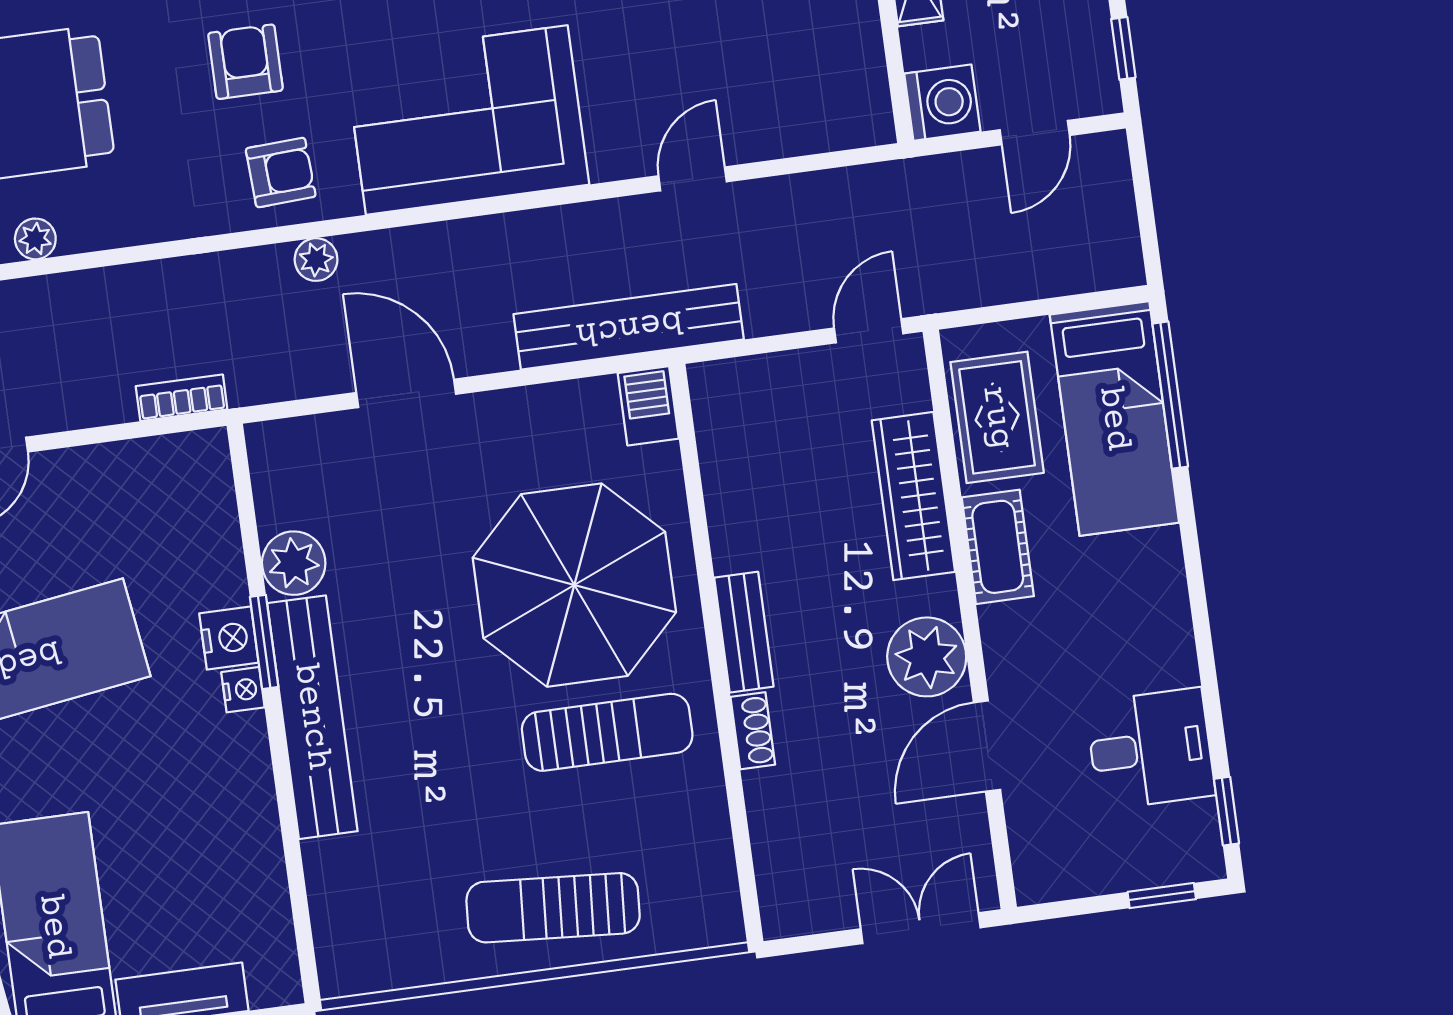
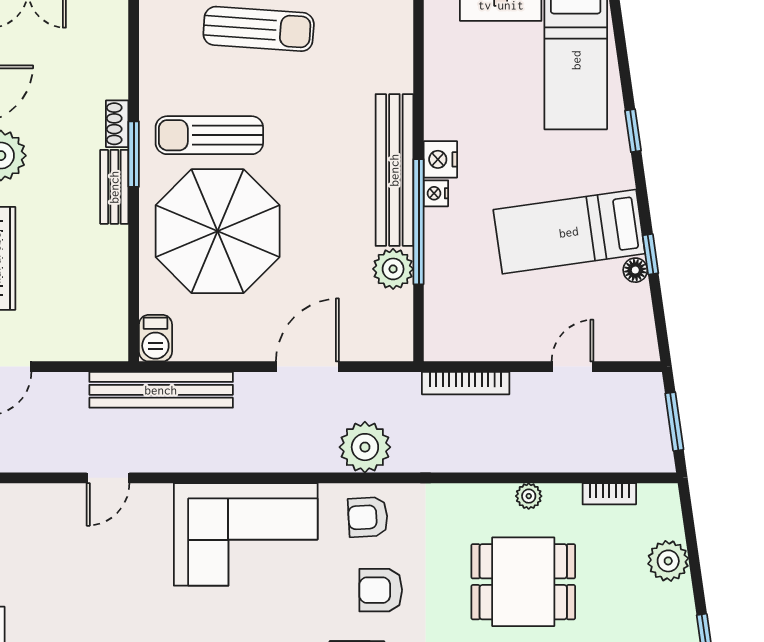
armchair: (245, 62) -> (381, 590), turned 90
plant: (316, 260) -> (365, 447), width x1.87, depth x1.87
door: (406, 393) -> (307, 367), swing flipped
bookcase: (182, 398) -> (466, 383), width x1.56
nightstand: (229, 638) -> (440, 159), moved
window: (264, 642) -> (419, 222), width x2.11
window: (721, 687) -> (134, 154), added

